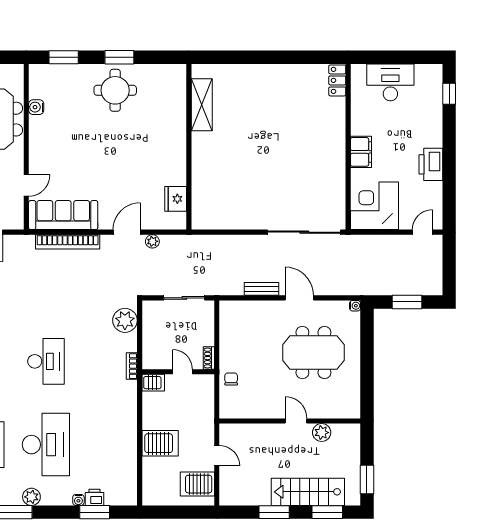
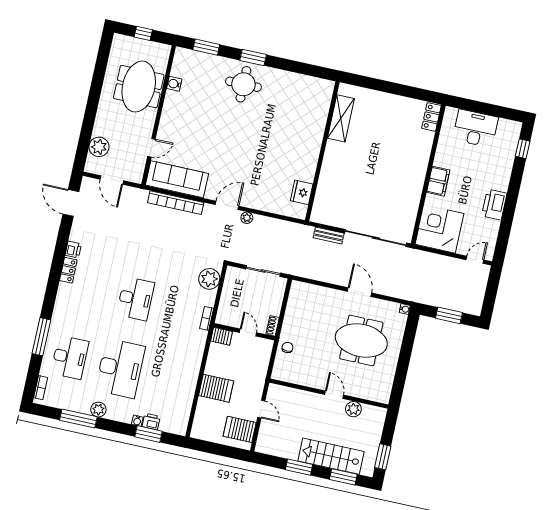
shelving: (202, 105) -> (341, 118), moved
wall: (189, 147) -> (322, 151), moved
fridge: (176, 199) -> (302, 192), moved
bench: (262, 289) -> (329, 236), moved

